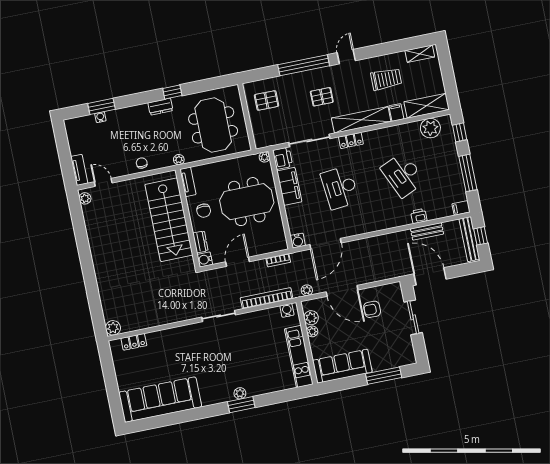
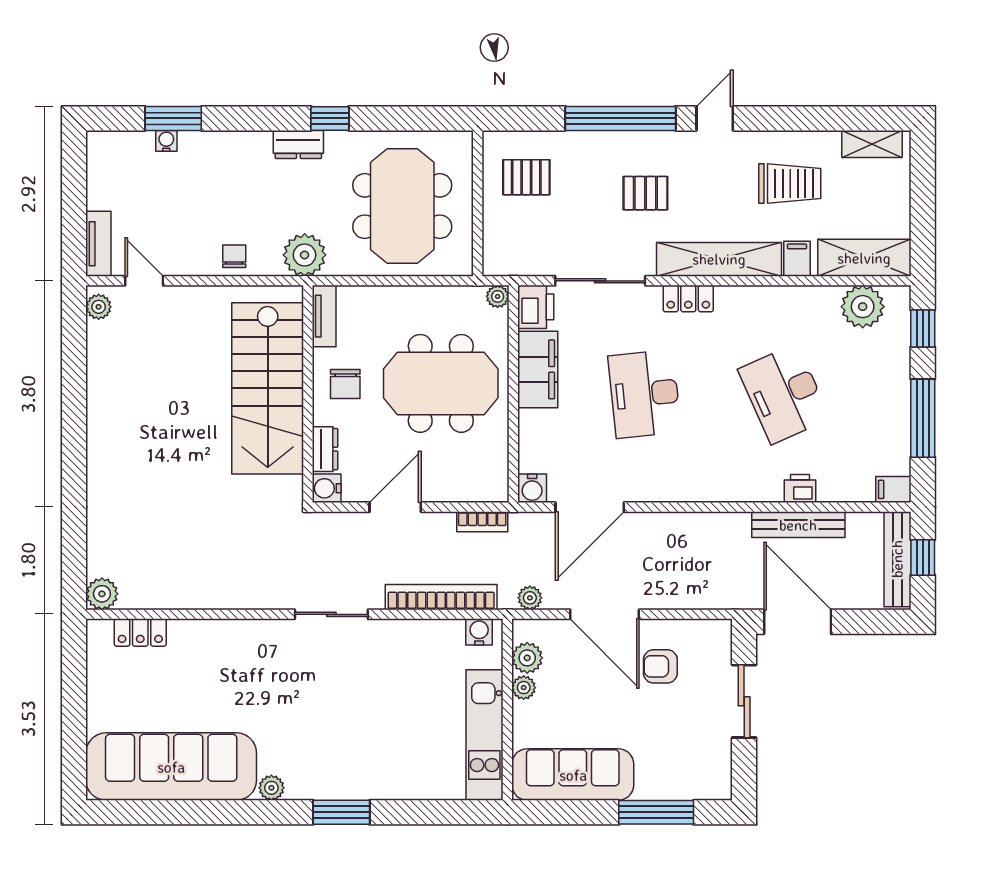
plant: (179, 160) -> (305, 255), width x1.87, depth x1.87
bench: (427, 231) -> (798, 525), width x1.36
plant: (240, 393) -> (271, 788), moved

